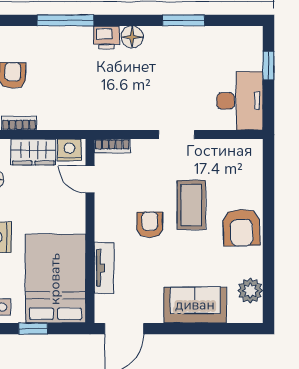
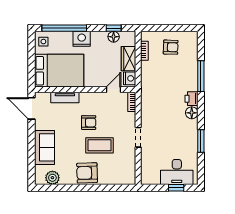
desk: (240, 101) -> (177, 172), moved
window: (33, 329) -> (32, 58), removed

